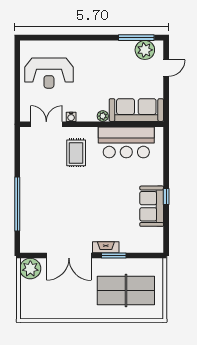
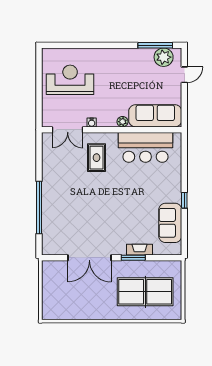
reception desk: (49, 73) -> (70, 80), turned 180
double door: (46, 124) -> (68, 130), swing flipped
sofa: (152, 206) -> (170, 223), moved
fireplace: (106, 247) -> (140, 250), moved
plant: (30, 269) -> (52, 270), removed

